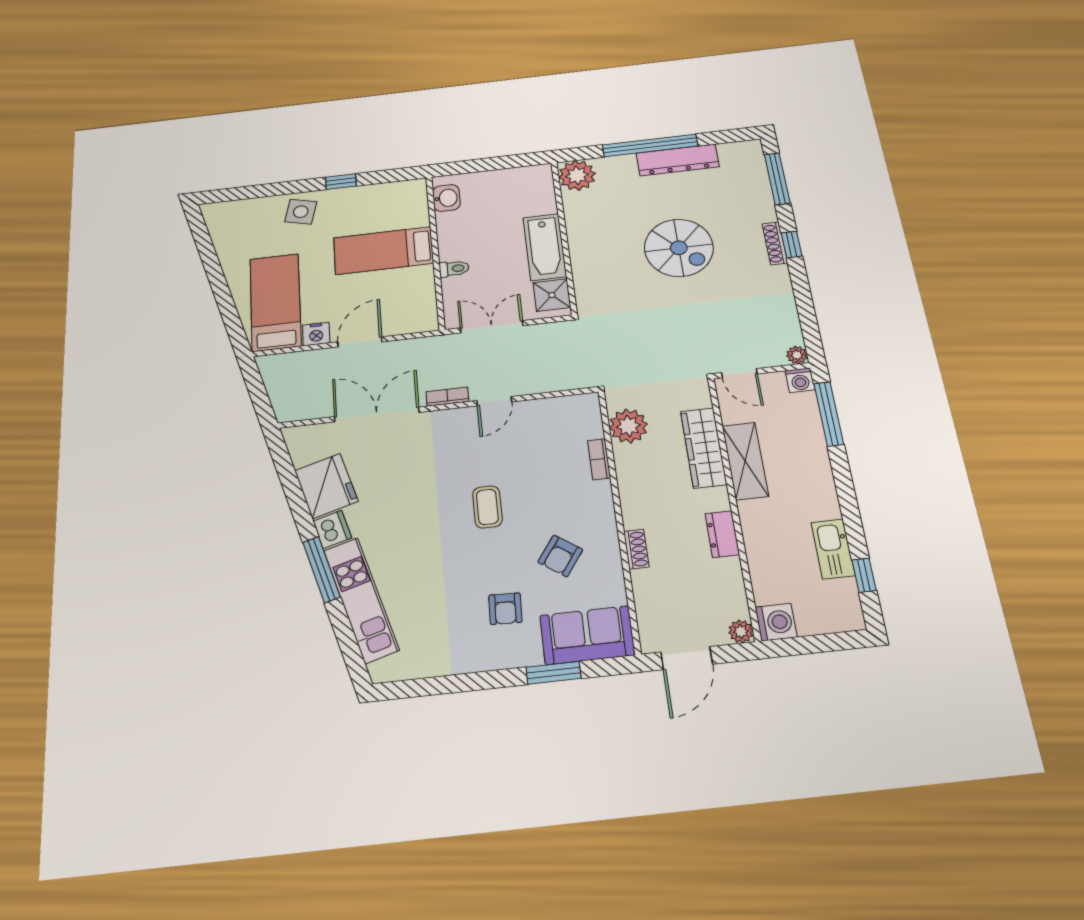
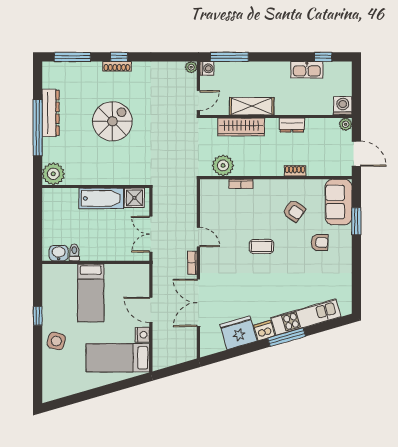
toilet: (454, 269) -> (74, 252), moved

